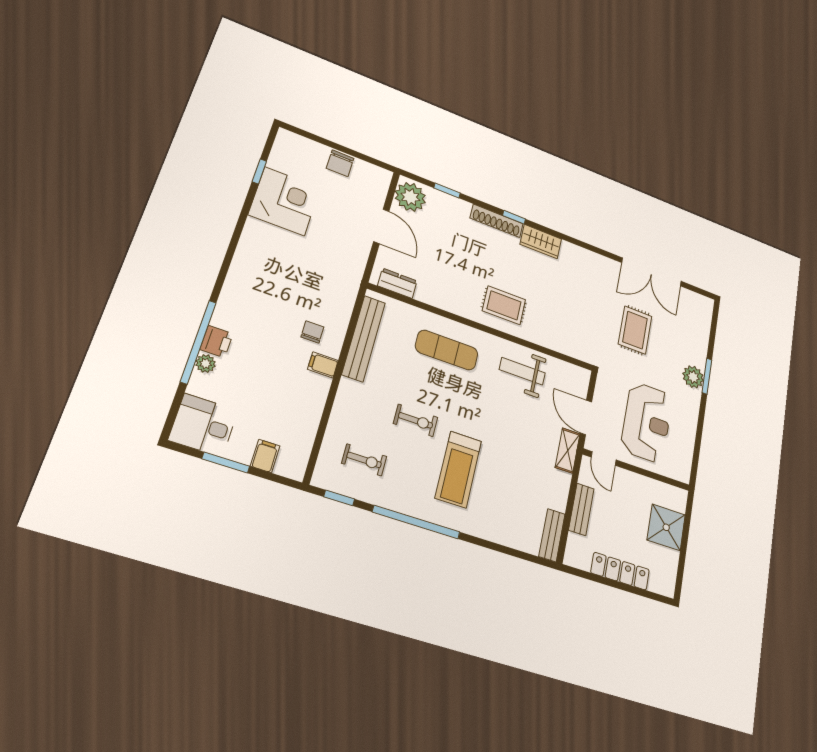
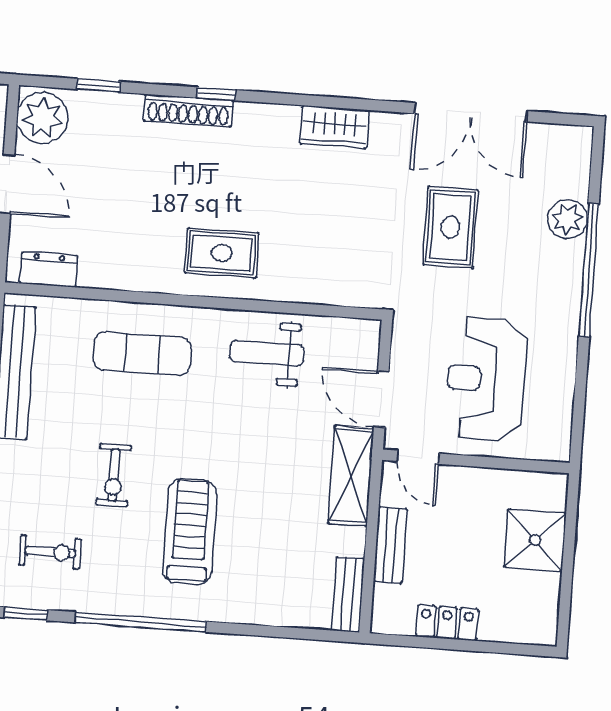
wardrobe: (541, 242) -> (334, 127), moved
window: (707, 376) -> (589, 270), width x2.11
plant: (693, 377) -> (568, 219), moved
exercise bike: (416, 420) -> (114, 475), turned 90
reception desk: (647, 422) -> (486, 379), turned 180
shelving: (568, 451) -> (351, 476), width x1.50, depth x1.33
treadmill: (458, 469) -> (190, 532), turned 180
locker: (620, 571) -> (447, 623), width x0.66

